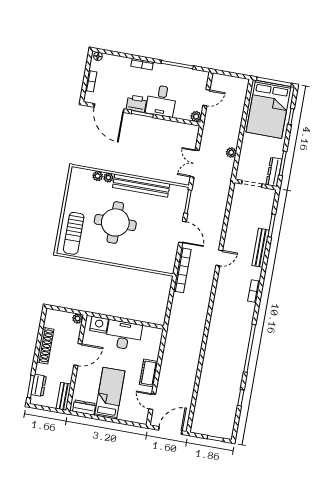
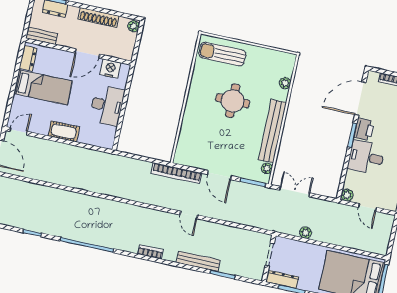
plant: (108, 178) -> (267, 168), moved
round table: (115, 222) -> (233, 101), width x0.73, depth x0.73
door: (182, 232) -> (219, 175), hinge flipped
plant: (78, 319) -> (134, 26), moved
nightstand: (99, 325) -> (110, 69), moved, turned -90
door: (78, 355) -> (87, 54), hinge flipped
door: (152, 402) -> (19, 131), moved

